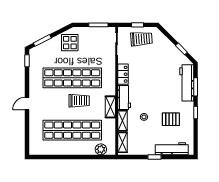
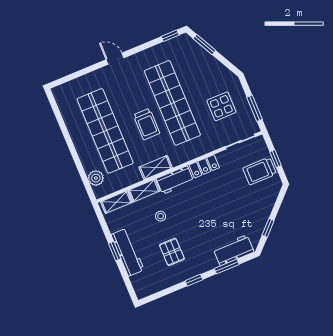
trolley: (141, 39) -> (260, 171), turned 94
display table: (70, 43) -> (221, 106), moved
workbench: (187, 83) -> (234, 250), width x0.73
workbench: (172, 149) -> (128, 252), moved

